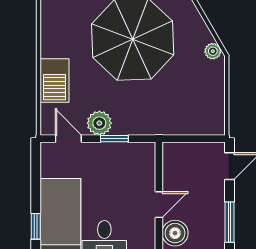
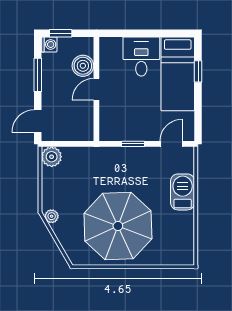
plant: (99, 123) -> (52, 157), moved
door: (68, 139) -> (171, 144), swing flipped

